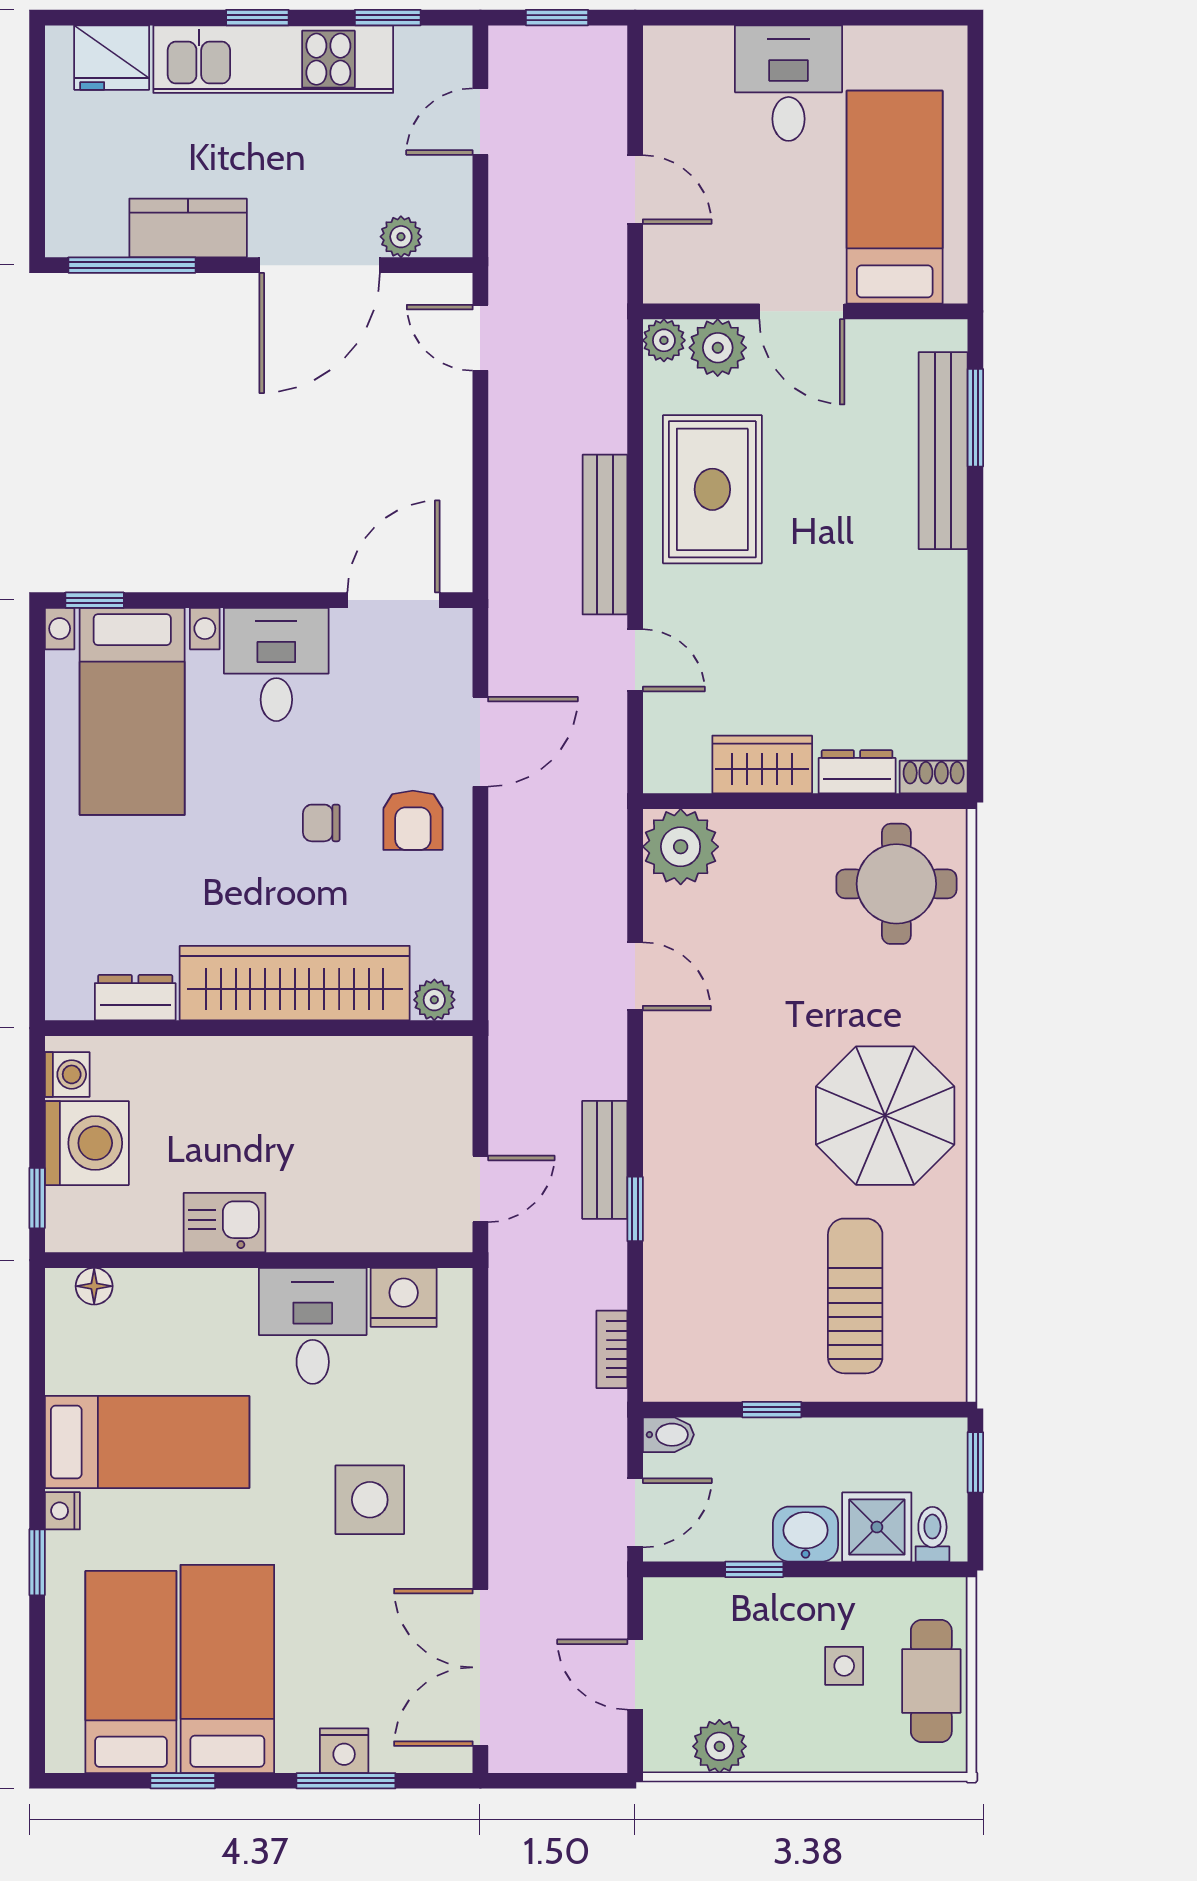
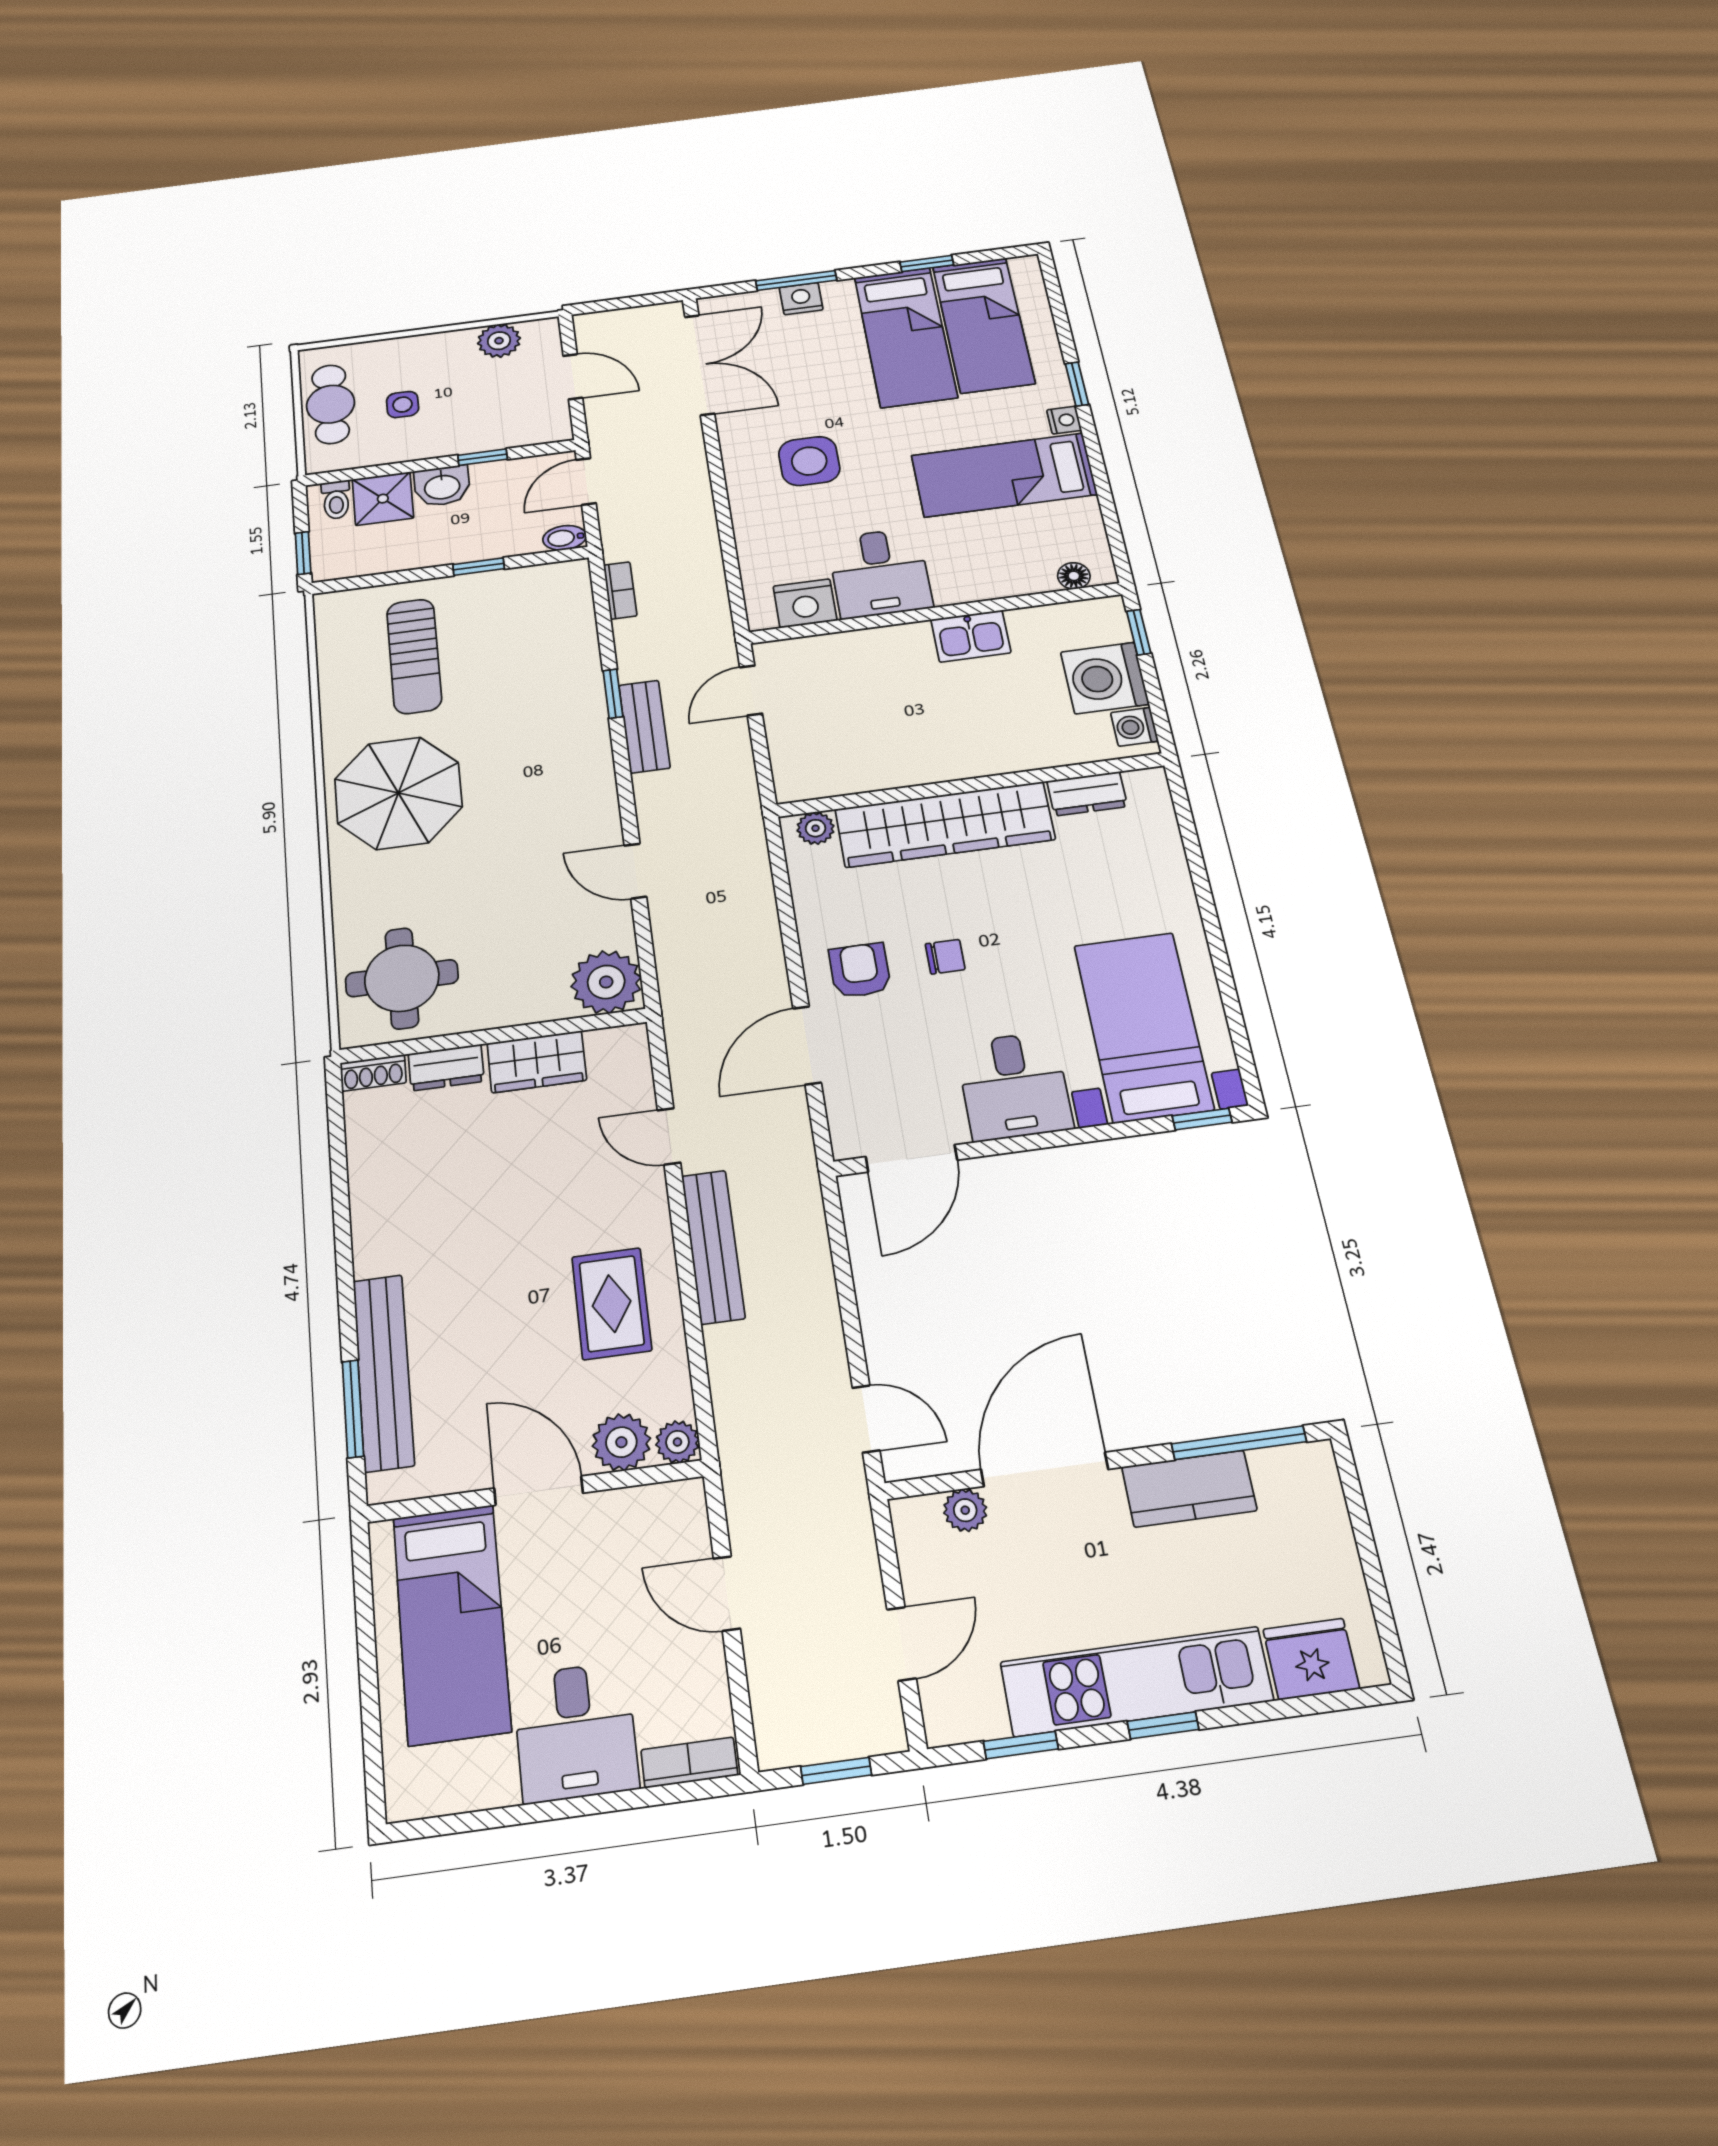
bookcase: (688, 42) -> (689, 1763), added
rug: (712, 489) -> (612, 1304), width x0.73, depth x0.70

